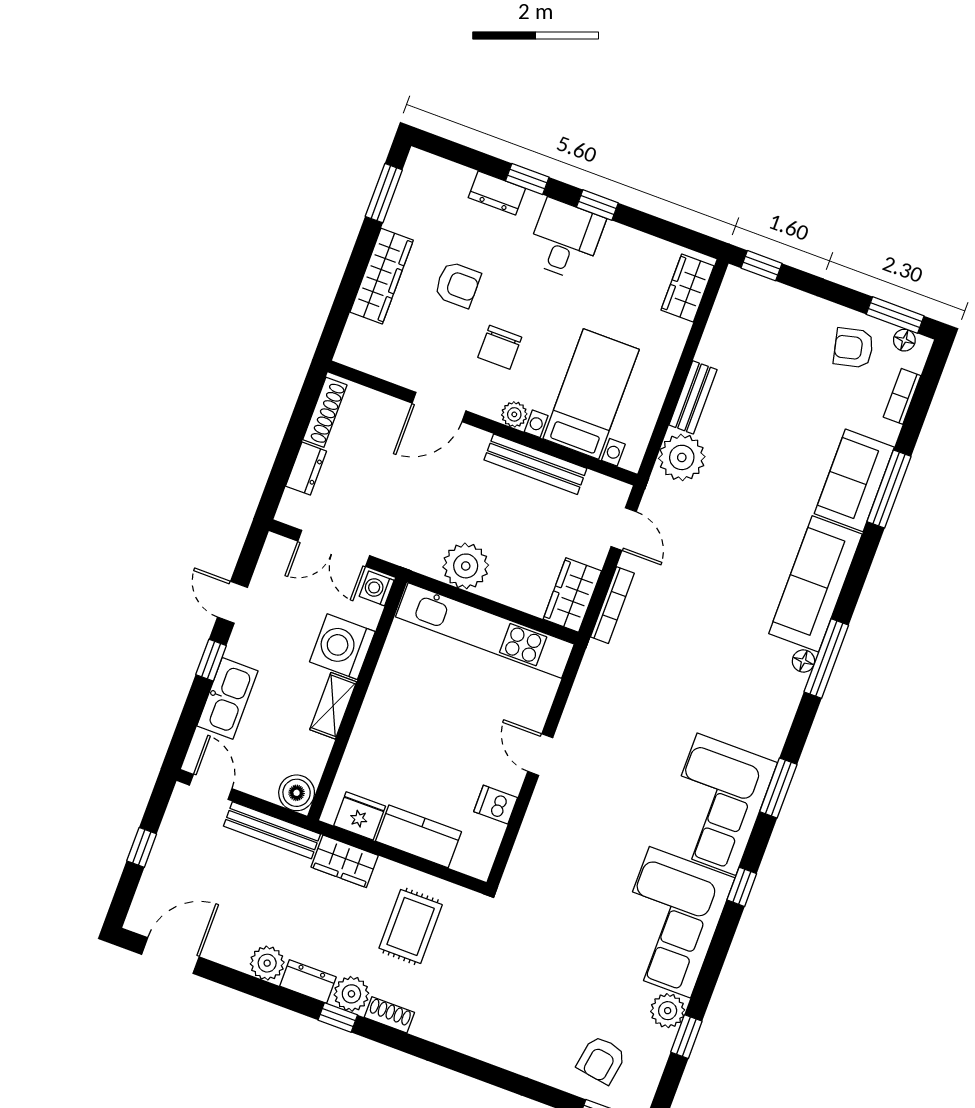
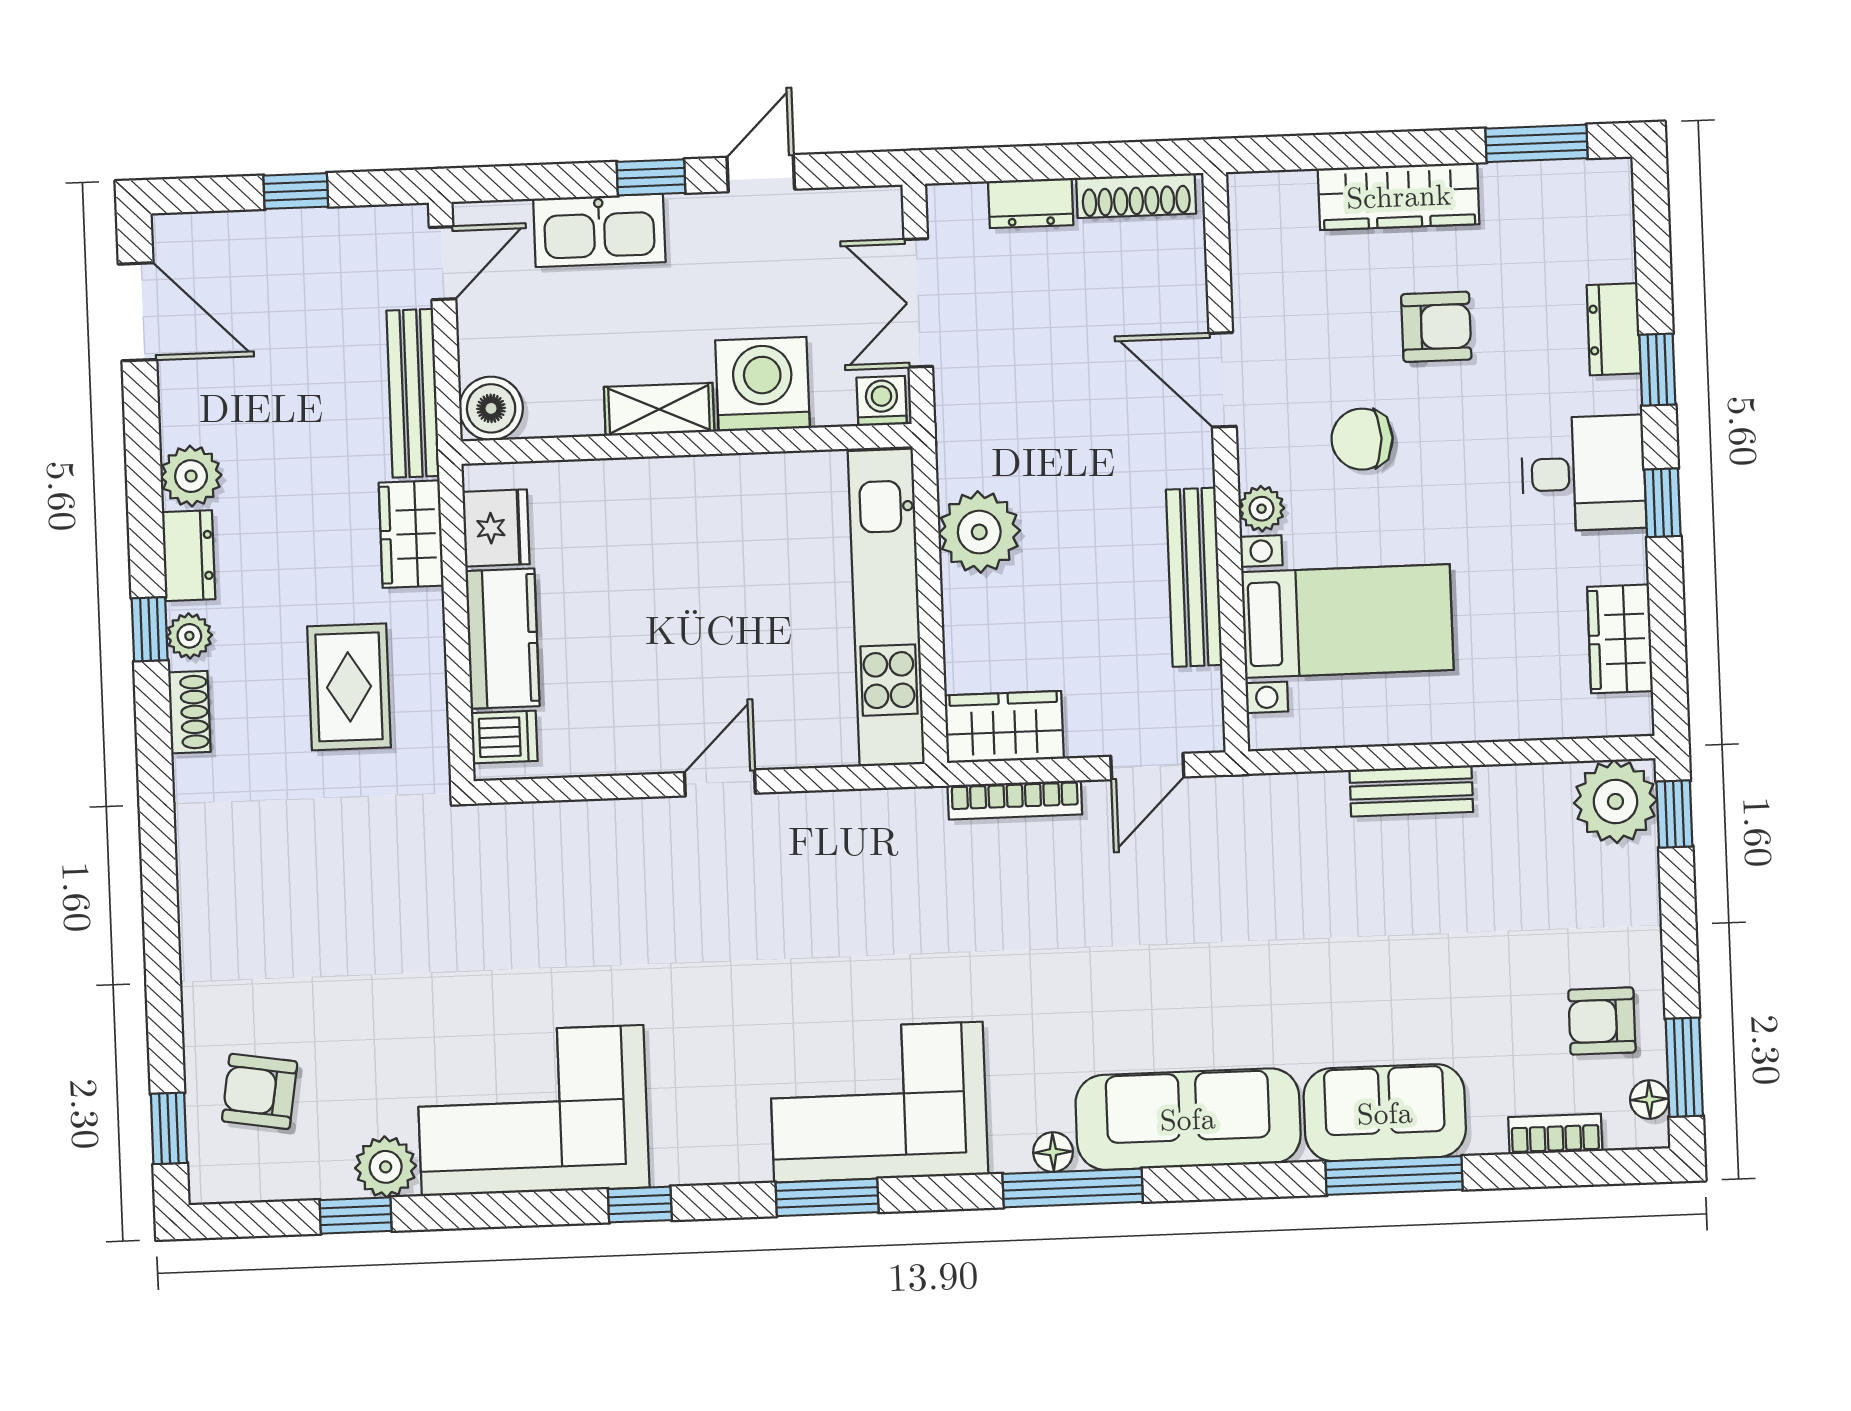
armchair: (457, 285) -> (1436, 327), turned -90
wardrobe: (688, 288) -> (1620, 639), moved, turned -90
armchair: (853, 348) -> (1602, 1021), turned -77
plant: (682, 457) -> (1615, 801), moved
corner sofa: (717, 804) -> (878, 1102), moved
dishwasher: (496, 805) -> (504, 737), moved, turned 90
rug: (411, 926) -> (349, 687), turned 90
plant: (351, 994) -> (189, 636), width x0.73, depth x0.73

